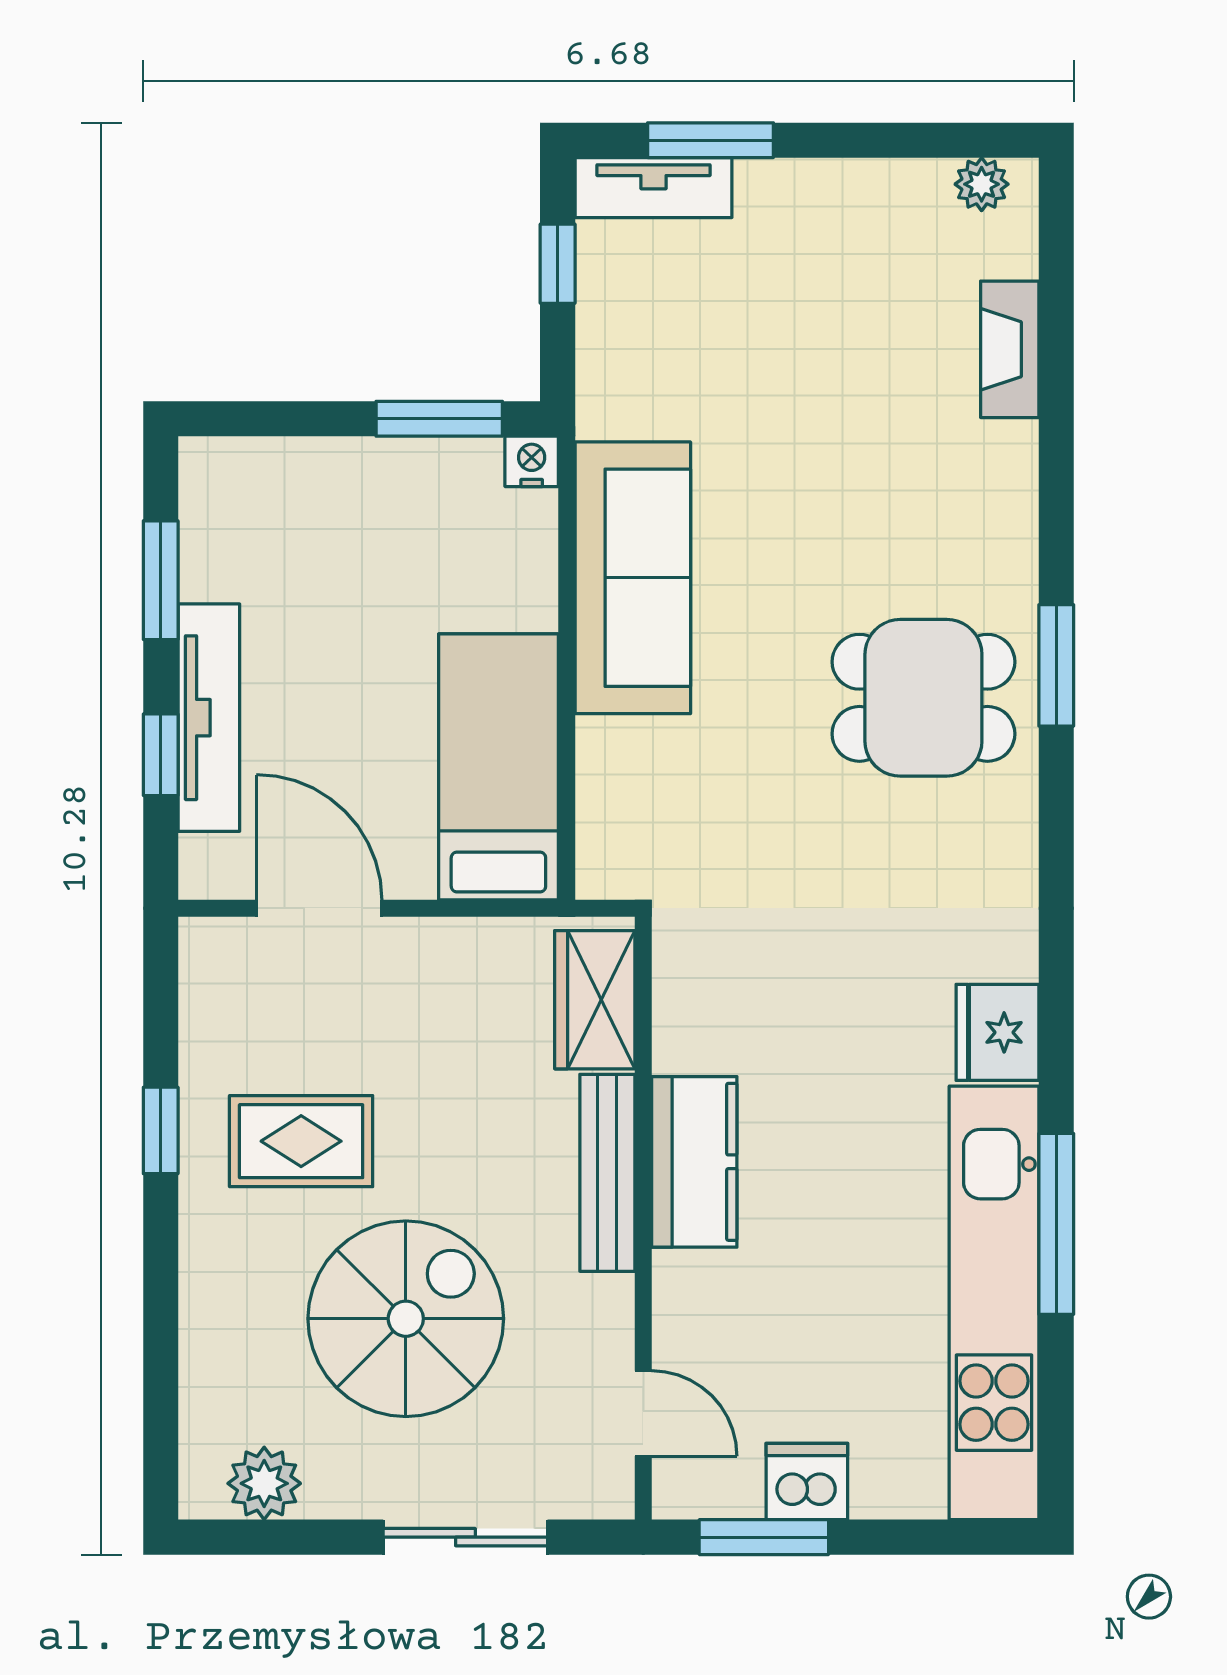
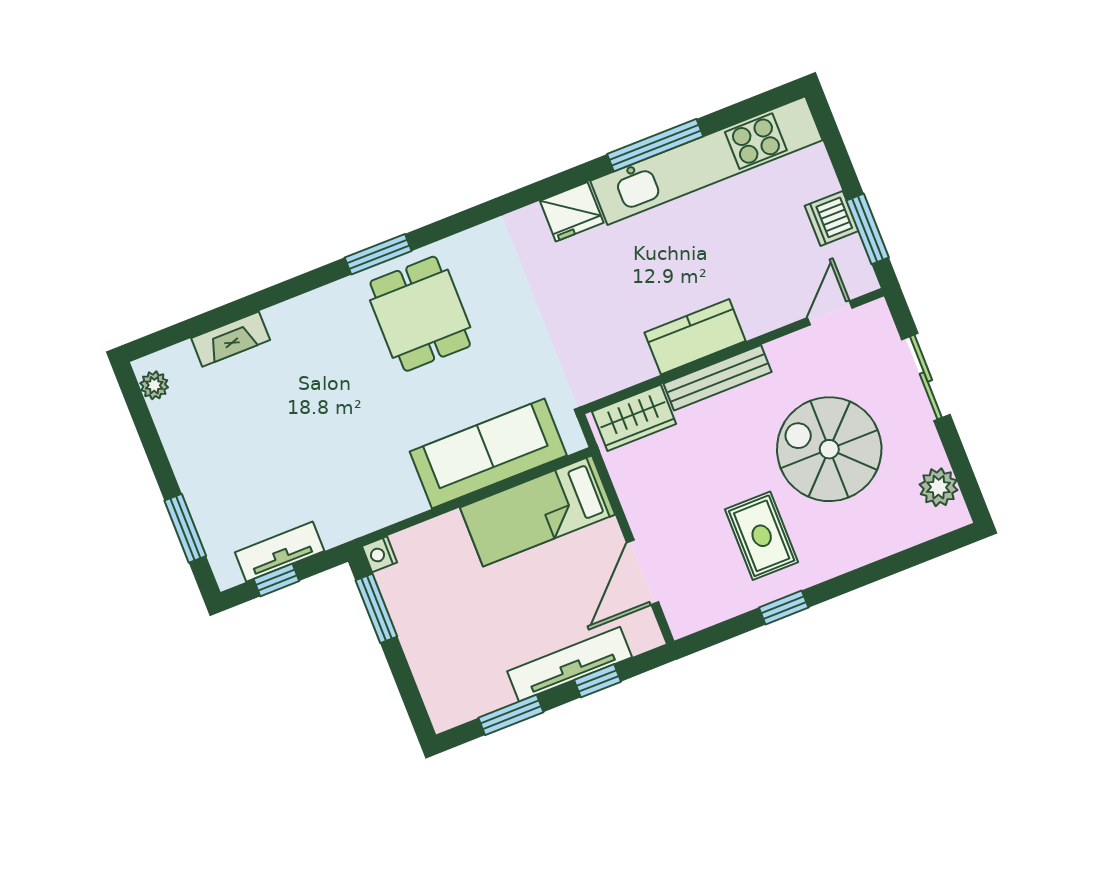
tv unit: (654, 188) -> (280, 552), moved, turned -90
sofa: (633, 578) -> (488, 453), moved

